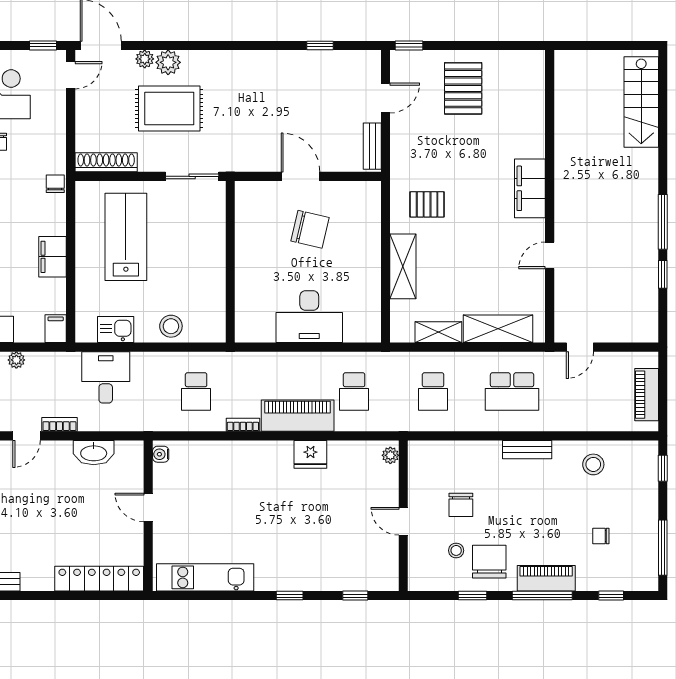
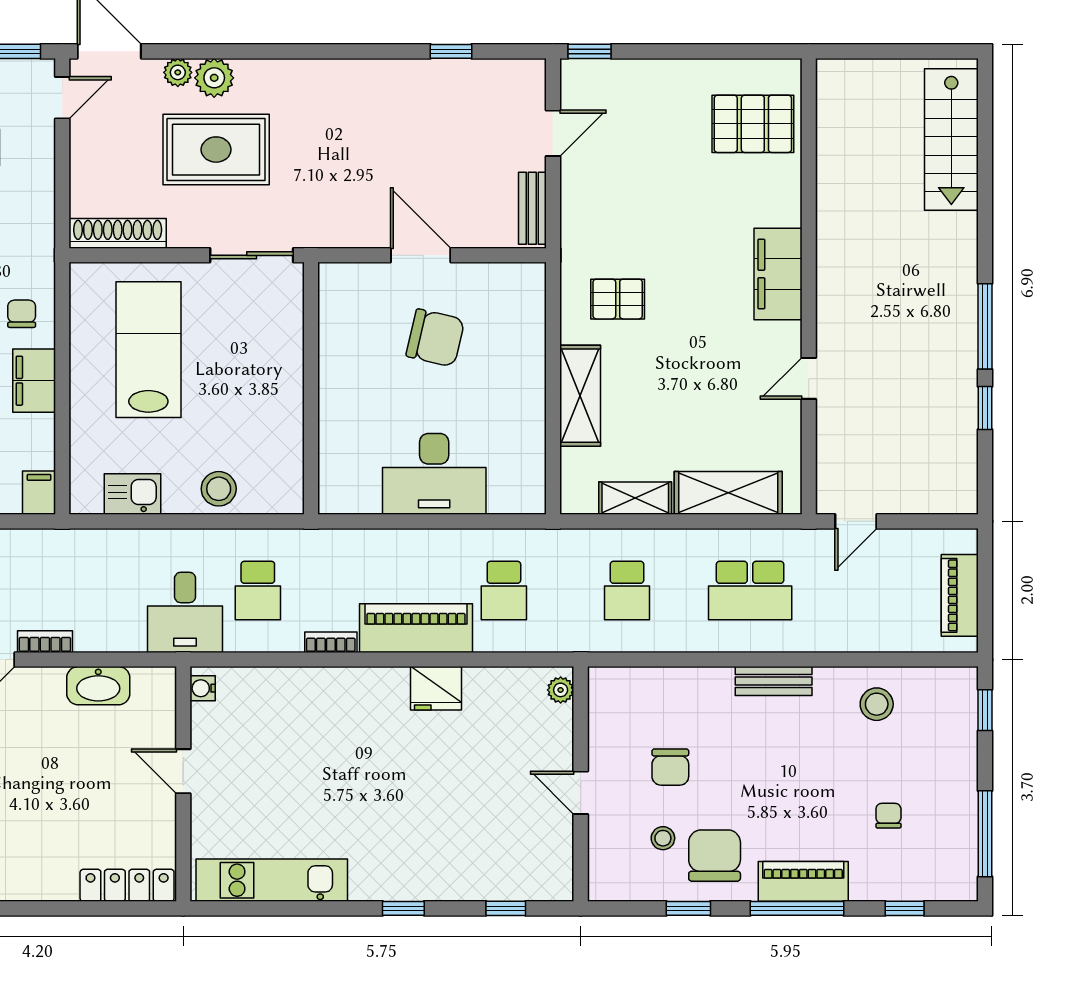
pallet: (463, 88) -> (753, 124), moved, turned 90
chair: (55, 184) -> (22, 314), moved
desk: (106, 377) -> (185, 612), moved, turned 180
chair: (601, 536) -> (888, 816), turned 90
locker: (99, 579) -> (127, 885), width x0.71, depth x0.83

